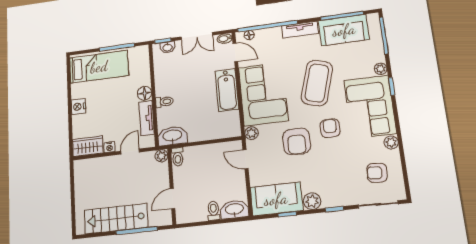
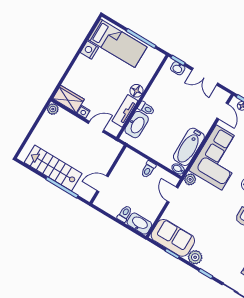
bidet: (225, 39) -> (178, 169), moved
bathtub: (227, 90) -> (189, 147), moved
nightstand: (78, 107) -> (89, 50), moved
washbasin: (172, 136) -> (137, 125), moved, turned 90
armchair: (297, 141) -> (216, 209), removed
plant: (161, 156) -> (53, 109), moved
toilet: (178, 157) -> (148, 169), moved

